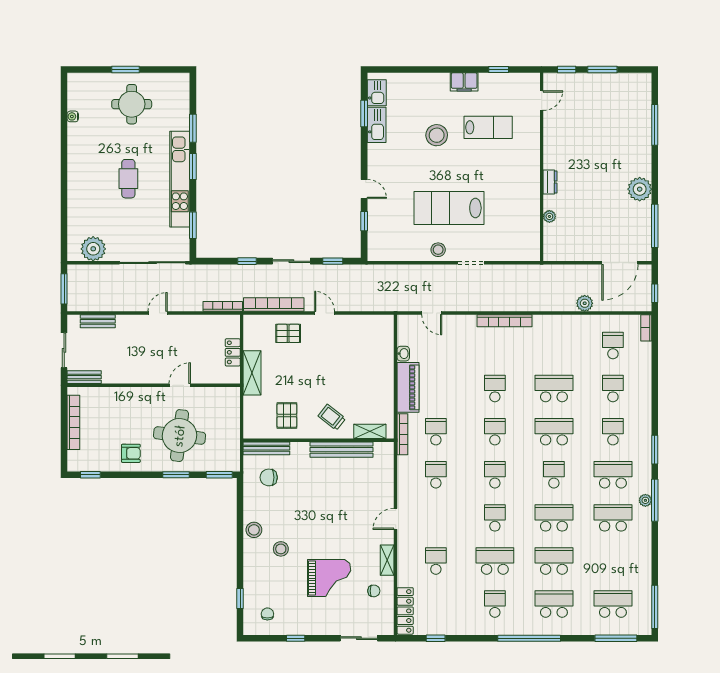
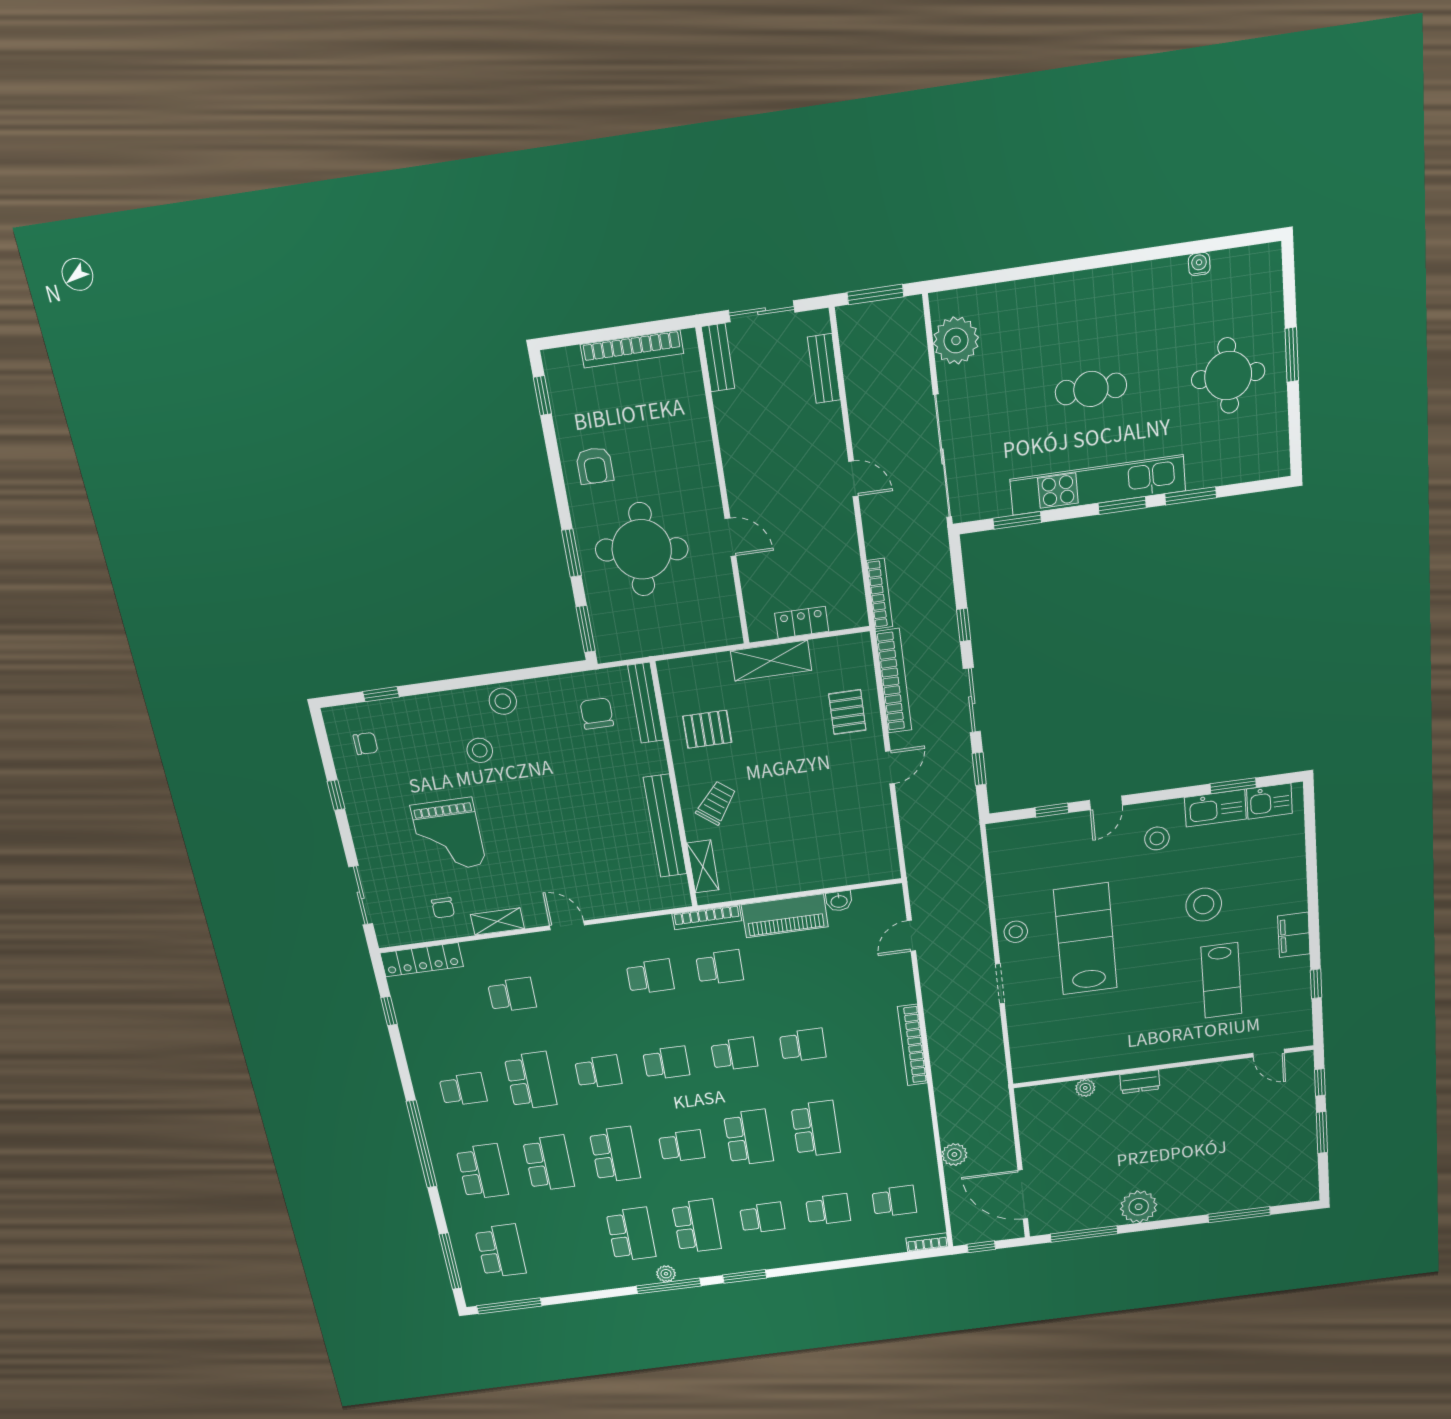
stool: (391, 160) -> (1157, 838), added

